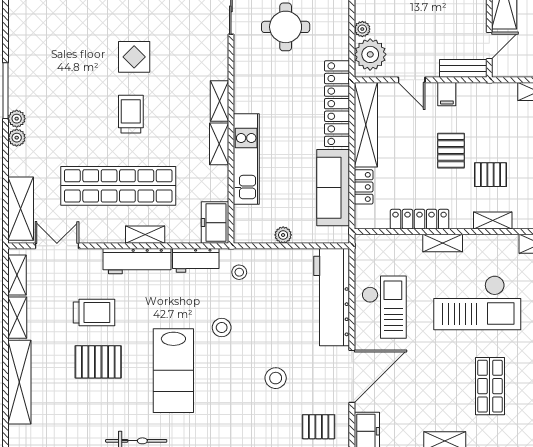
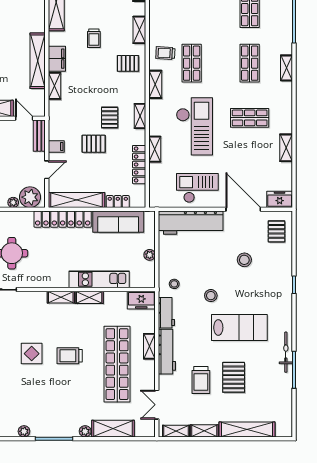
plant: (17, 119) -> (24, 431), moved
shelving: (21, 209) -> (113, 429), moved
trolley: (94, 312) -> (201, 380), turned 180

